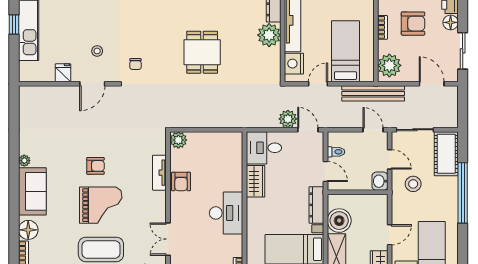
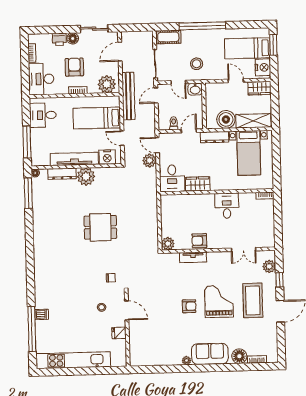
window: (14, 24) -> (83, 371), removed
door: (308, 130) -> (157, 145), hinge flipped
cot: (446, 154) -> (168, 37), width x0.73, depth x0.75
door: (390, 159) -> (178, 82), swing flipped
armchair: (96, 166) -> (189, 306), turned 90
armchair: (181, 181) -> (199, 241), turned 180
desk: (226, 213) -> (227, 206), width x0.73

